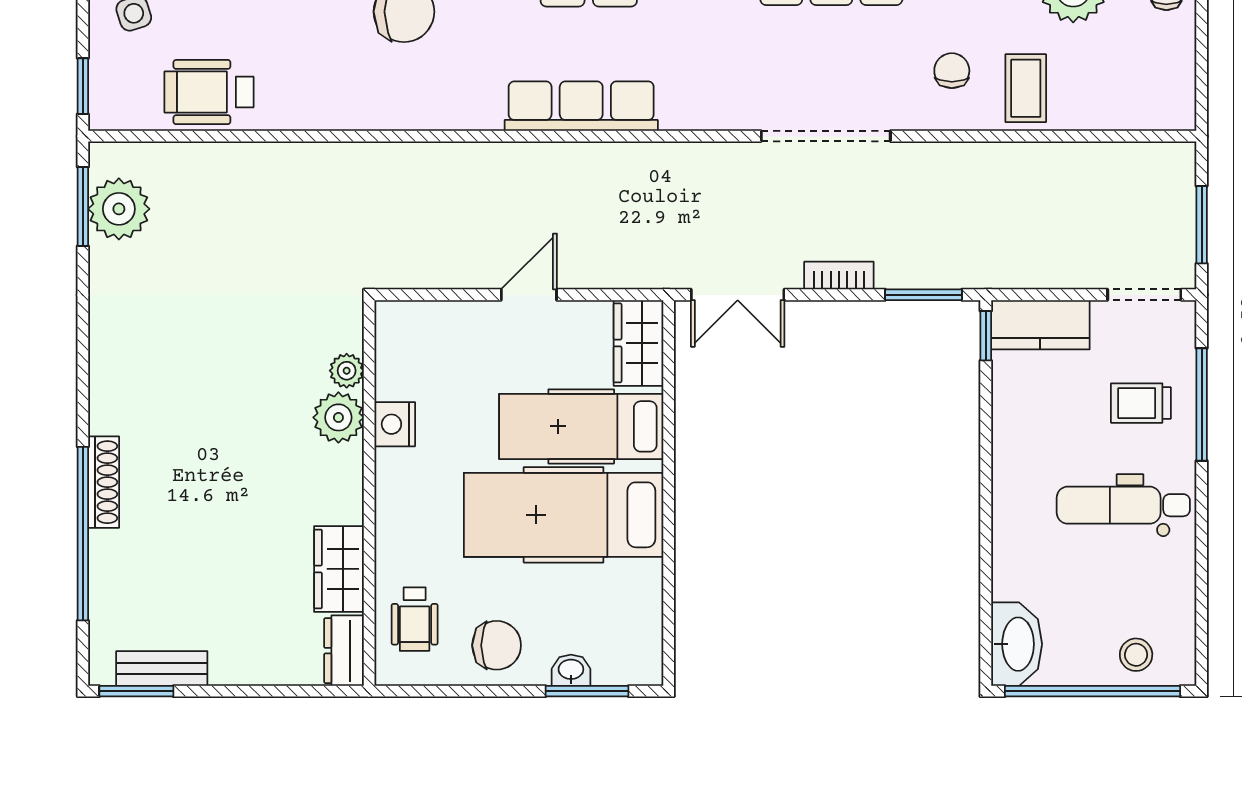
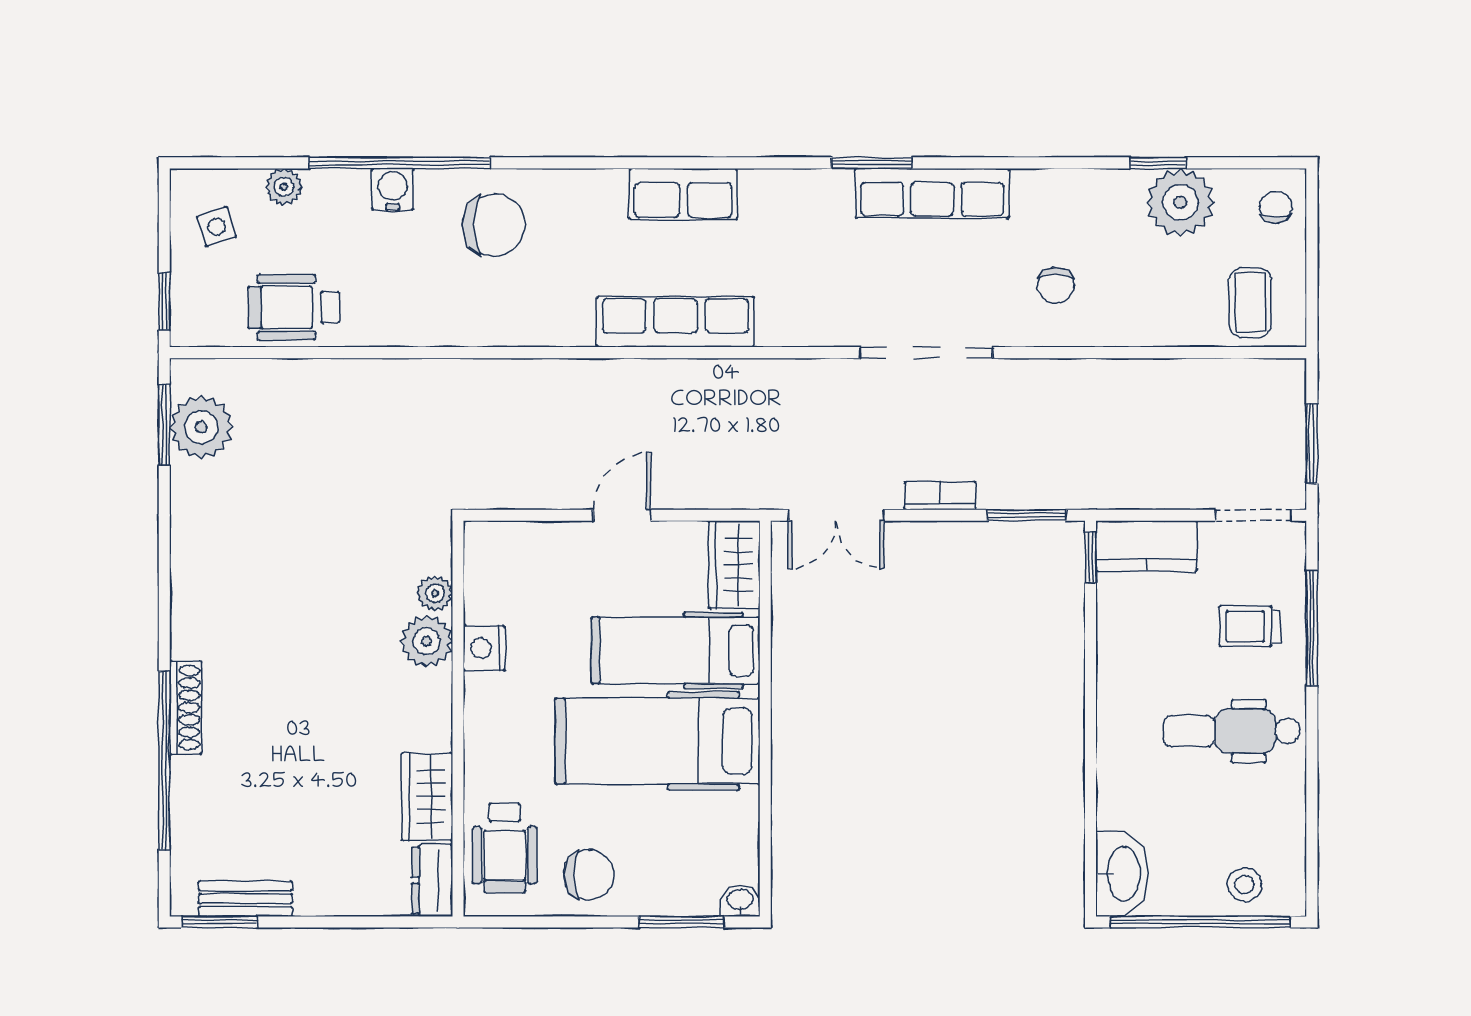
chair: (952, 71) -> (1056, 285), turned 180
coffee table: (1026, 88) -> (1250, 303), moved
wheelchair: (415, 619) -> (505, 848), width x1.36, depth x1.37
washbasin: (571, 670) -> (740, 900), moved

